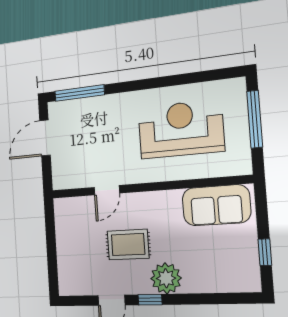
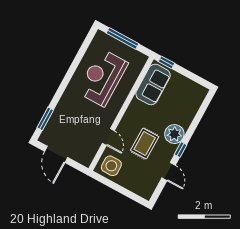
window: (79, 93) -> (45, 119), width x0.69
side table: (73, 218) -> (111, 166), added
window: (265, 252) -> (166, 62), moved

